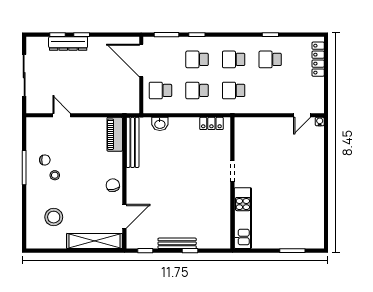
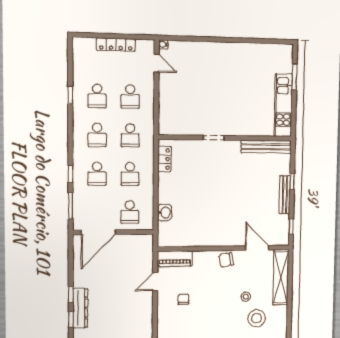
locker: (318, 59) -> (116, 45), moved
school desk: (270, 90) -> (130, 97), added
door: (62, 115) -> (155, 282), moved
bench: (133, 142) -> (266, 147), moved
chair: (45, 160) -> (183, 299), moved
stool: (55, 175) -> (246, 297), moved
kitchen unit: (243, 218) -> (283, 105), moved, turned -90

